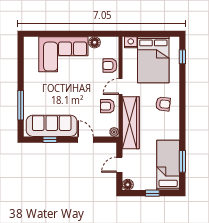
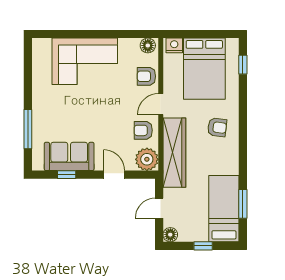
floor lamp: (95, 42) -> (148, 45), moved
sofa: (52, 126) -> (69, 156), width x0.73
plant: (114, 132) -> (147, 159), width x1.88, depth x1.88

